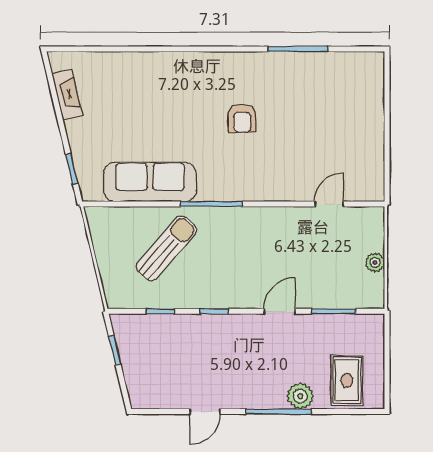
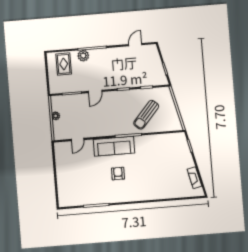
sofa: (150, 182) -> (114, 146), moved
door: (205, 412) -> (135, 45), moved

